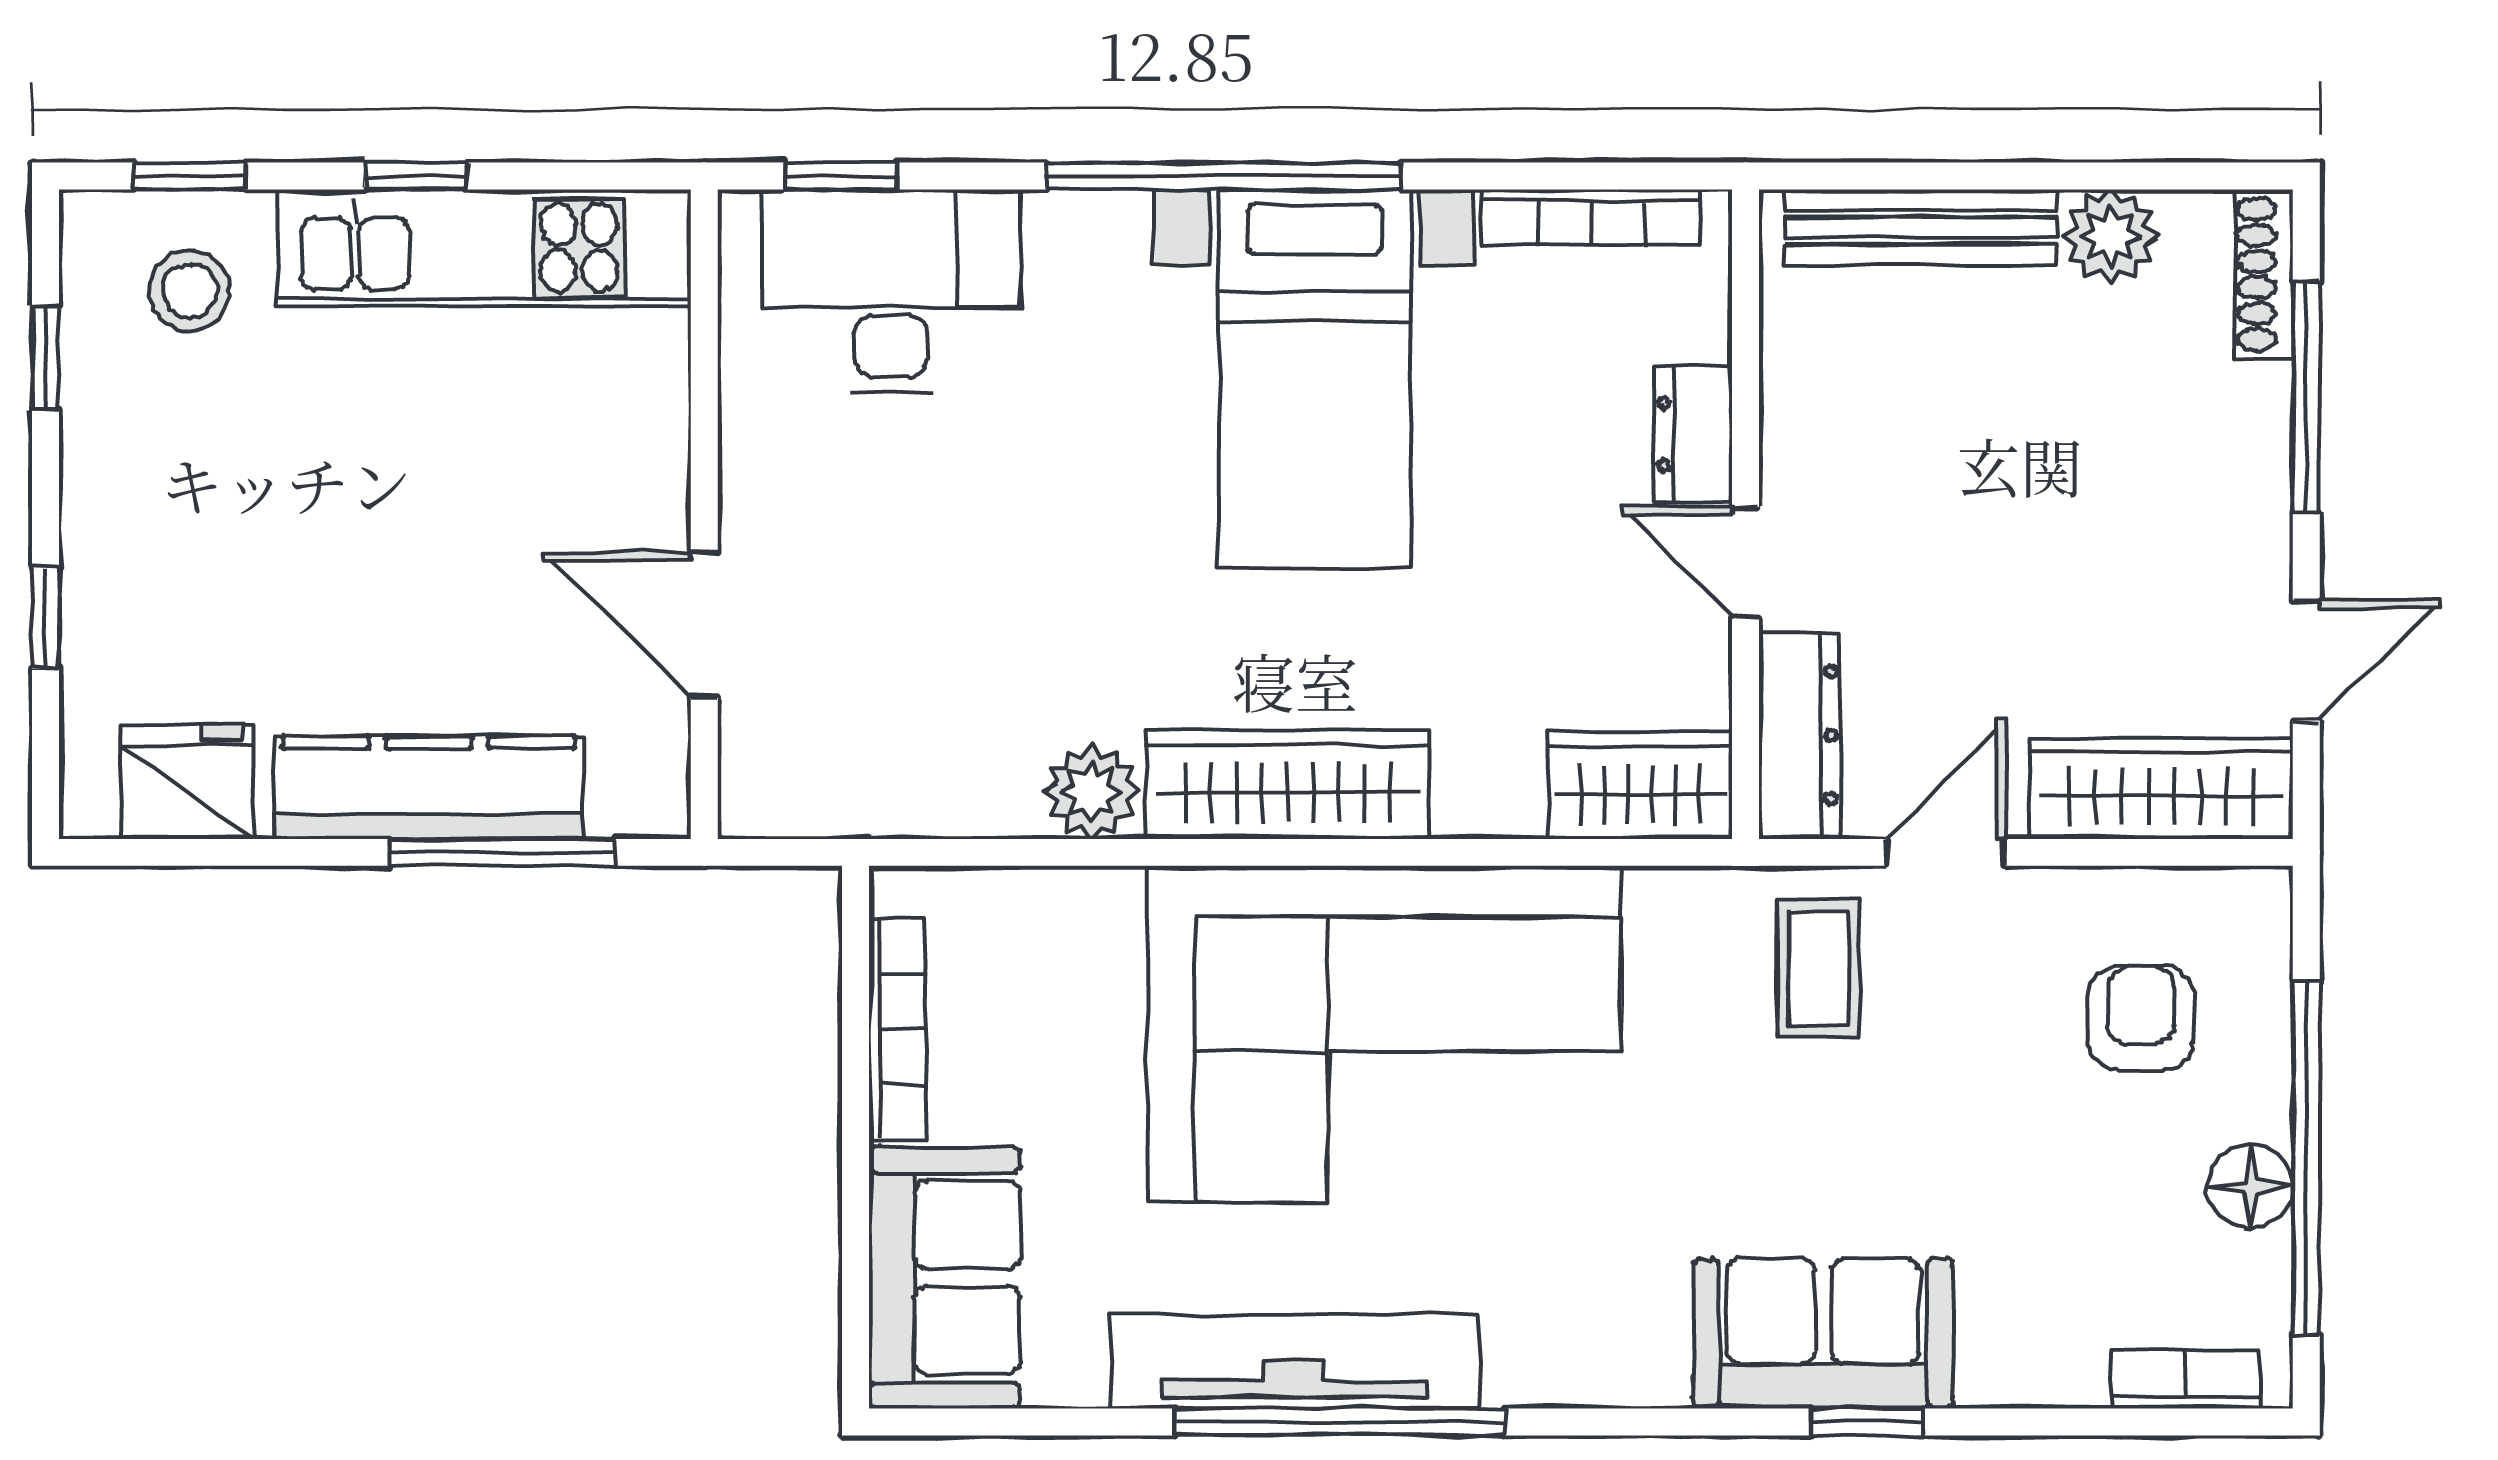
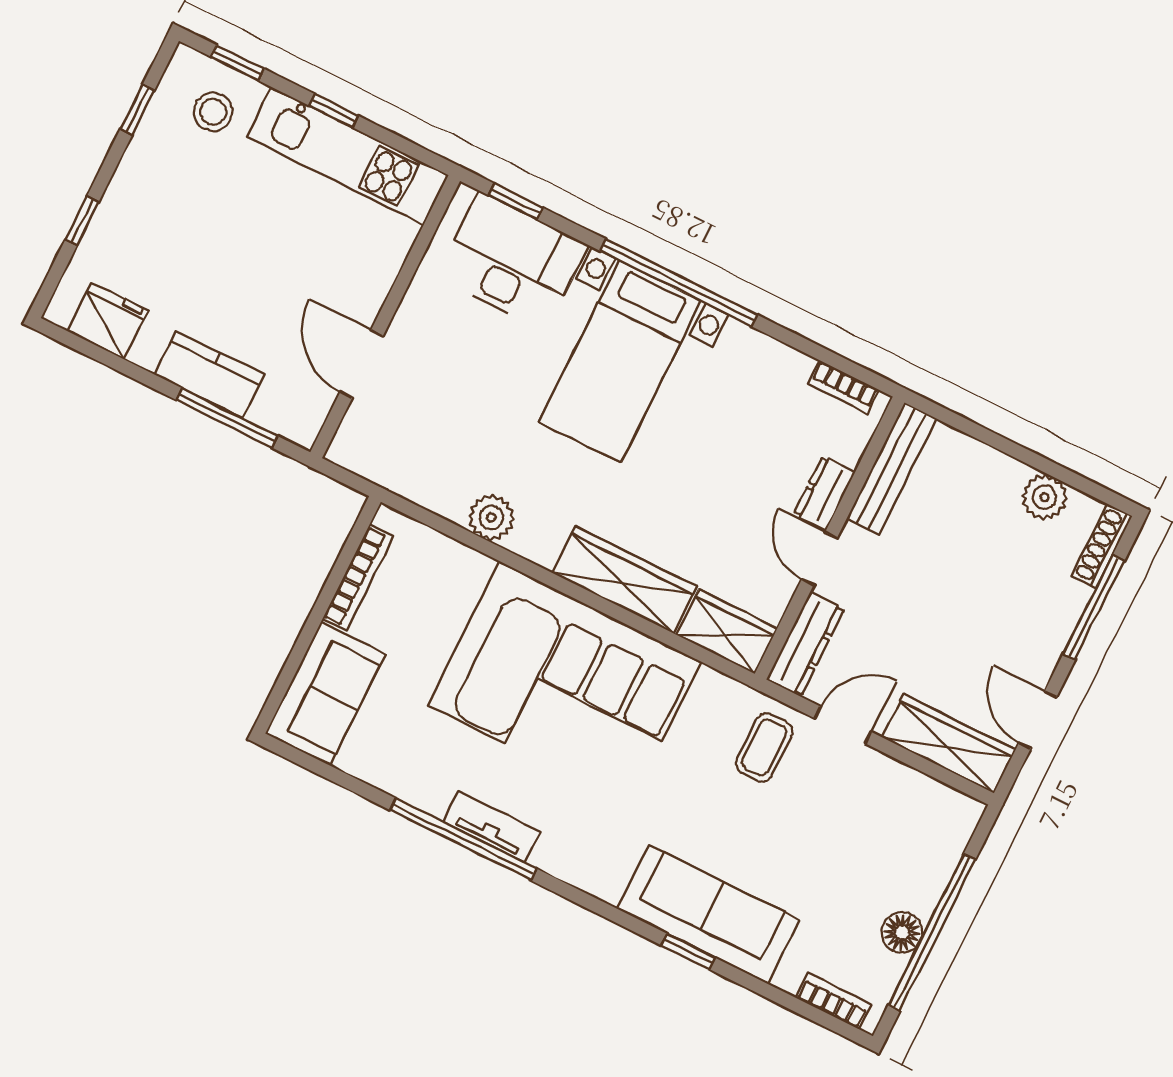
bookcase: (1591, 217) -> (844, 387), width x0.64
bench: (1920, 227) -> (892, 469), moved, turned 90
bed with nightstands: (1315, 378) -> (620, 361), moved
door: (2306, 660) -> (1038, 720), swing flipped
wardrobe: (1288, 784) -> (624, 580), moved
kitchen counter: (429, 788) -> (209, 375), width x0.67
armchair: (2141, 1018) -> (891, 837), removed
sofa: (1823, 1333) -> (708, 914), width x1.36
tv unit: (1294, 1362) -> (492, 827), width x0.52, depth x0.78

